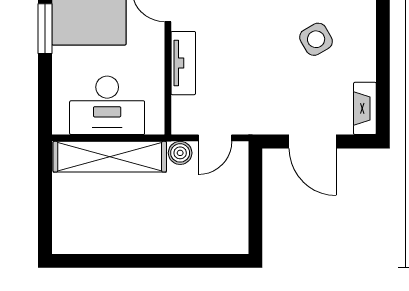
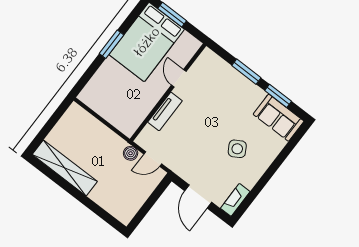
desk: (107, 105) -> (113, 104), removed
shelving: (110, 157) -> (65, 168), moved

